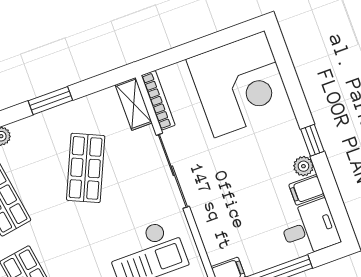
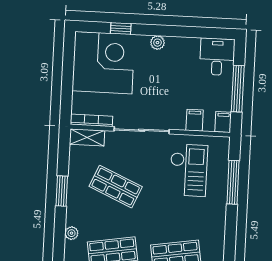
window: (312, 140) -> (121, 28), moved
plant: (303, 166) -> (157, 43), moved
filing cabinet: (307, 190) -> (195, 120), moved, turned 180

